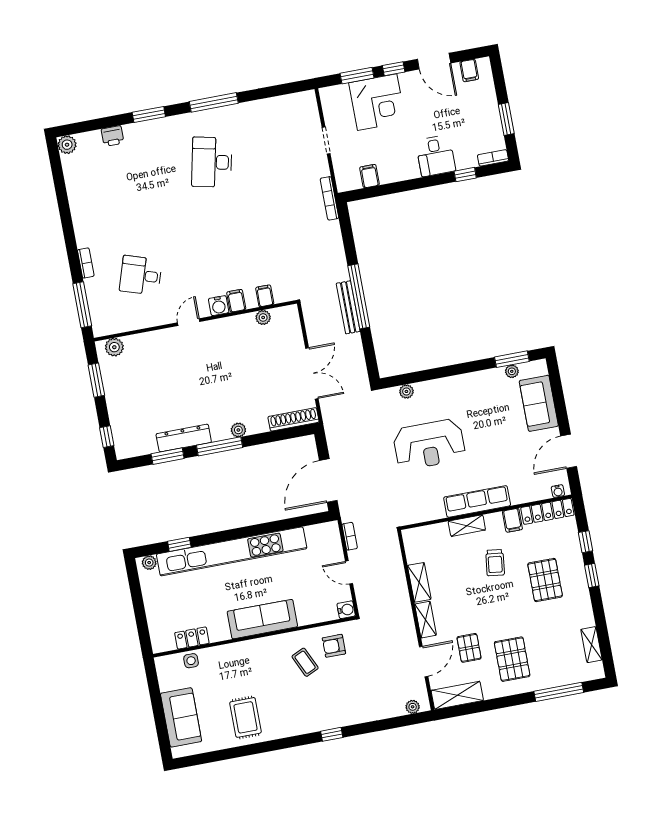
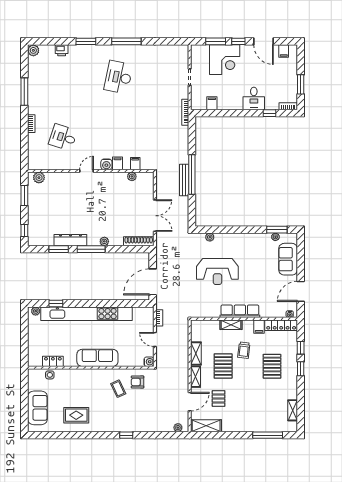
window: (82, 305) -> (24, 92), moved
pallet: (512, 659) -> (223, 366), moved
rug: (246, 717) -> (76, 415), turned 90

